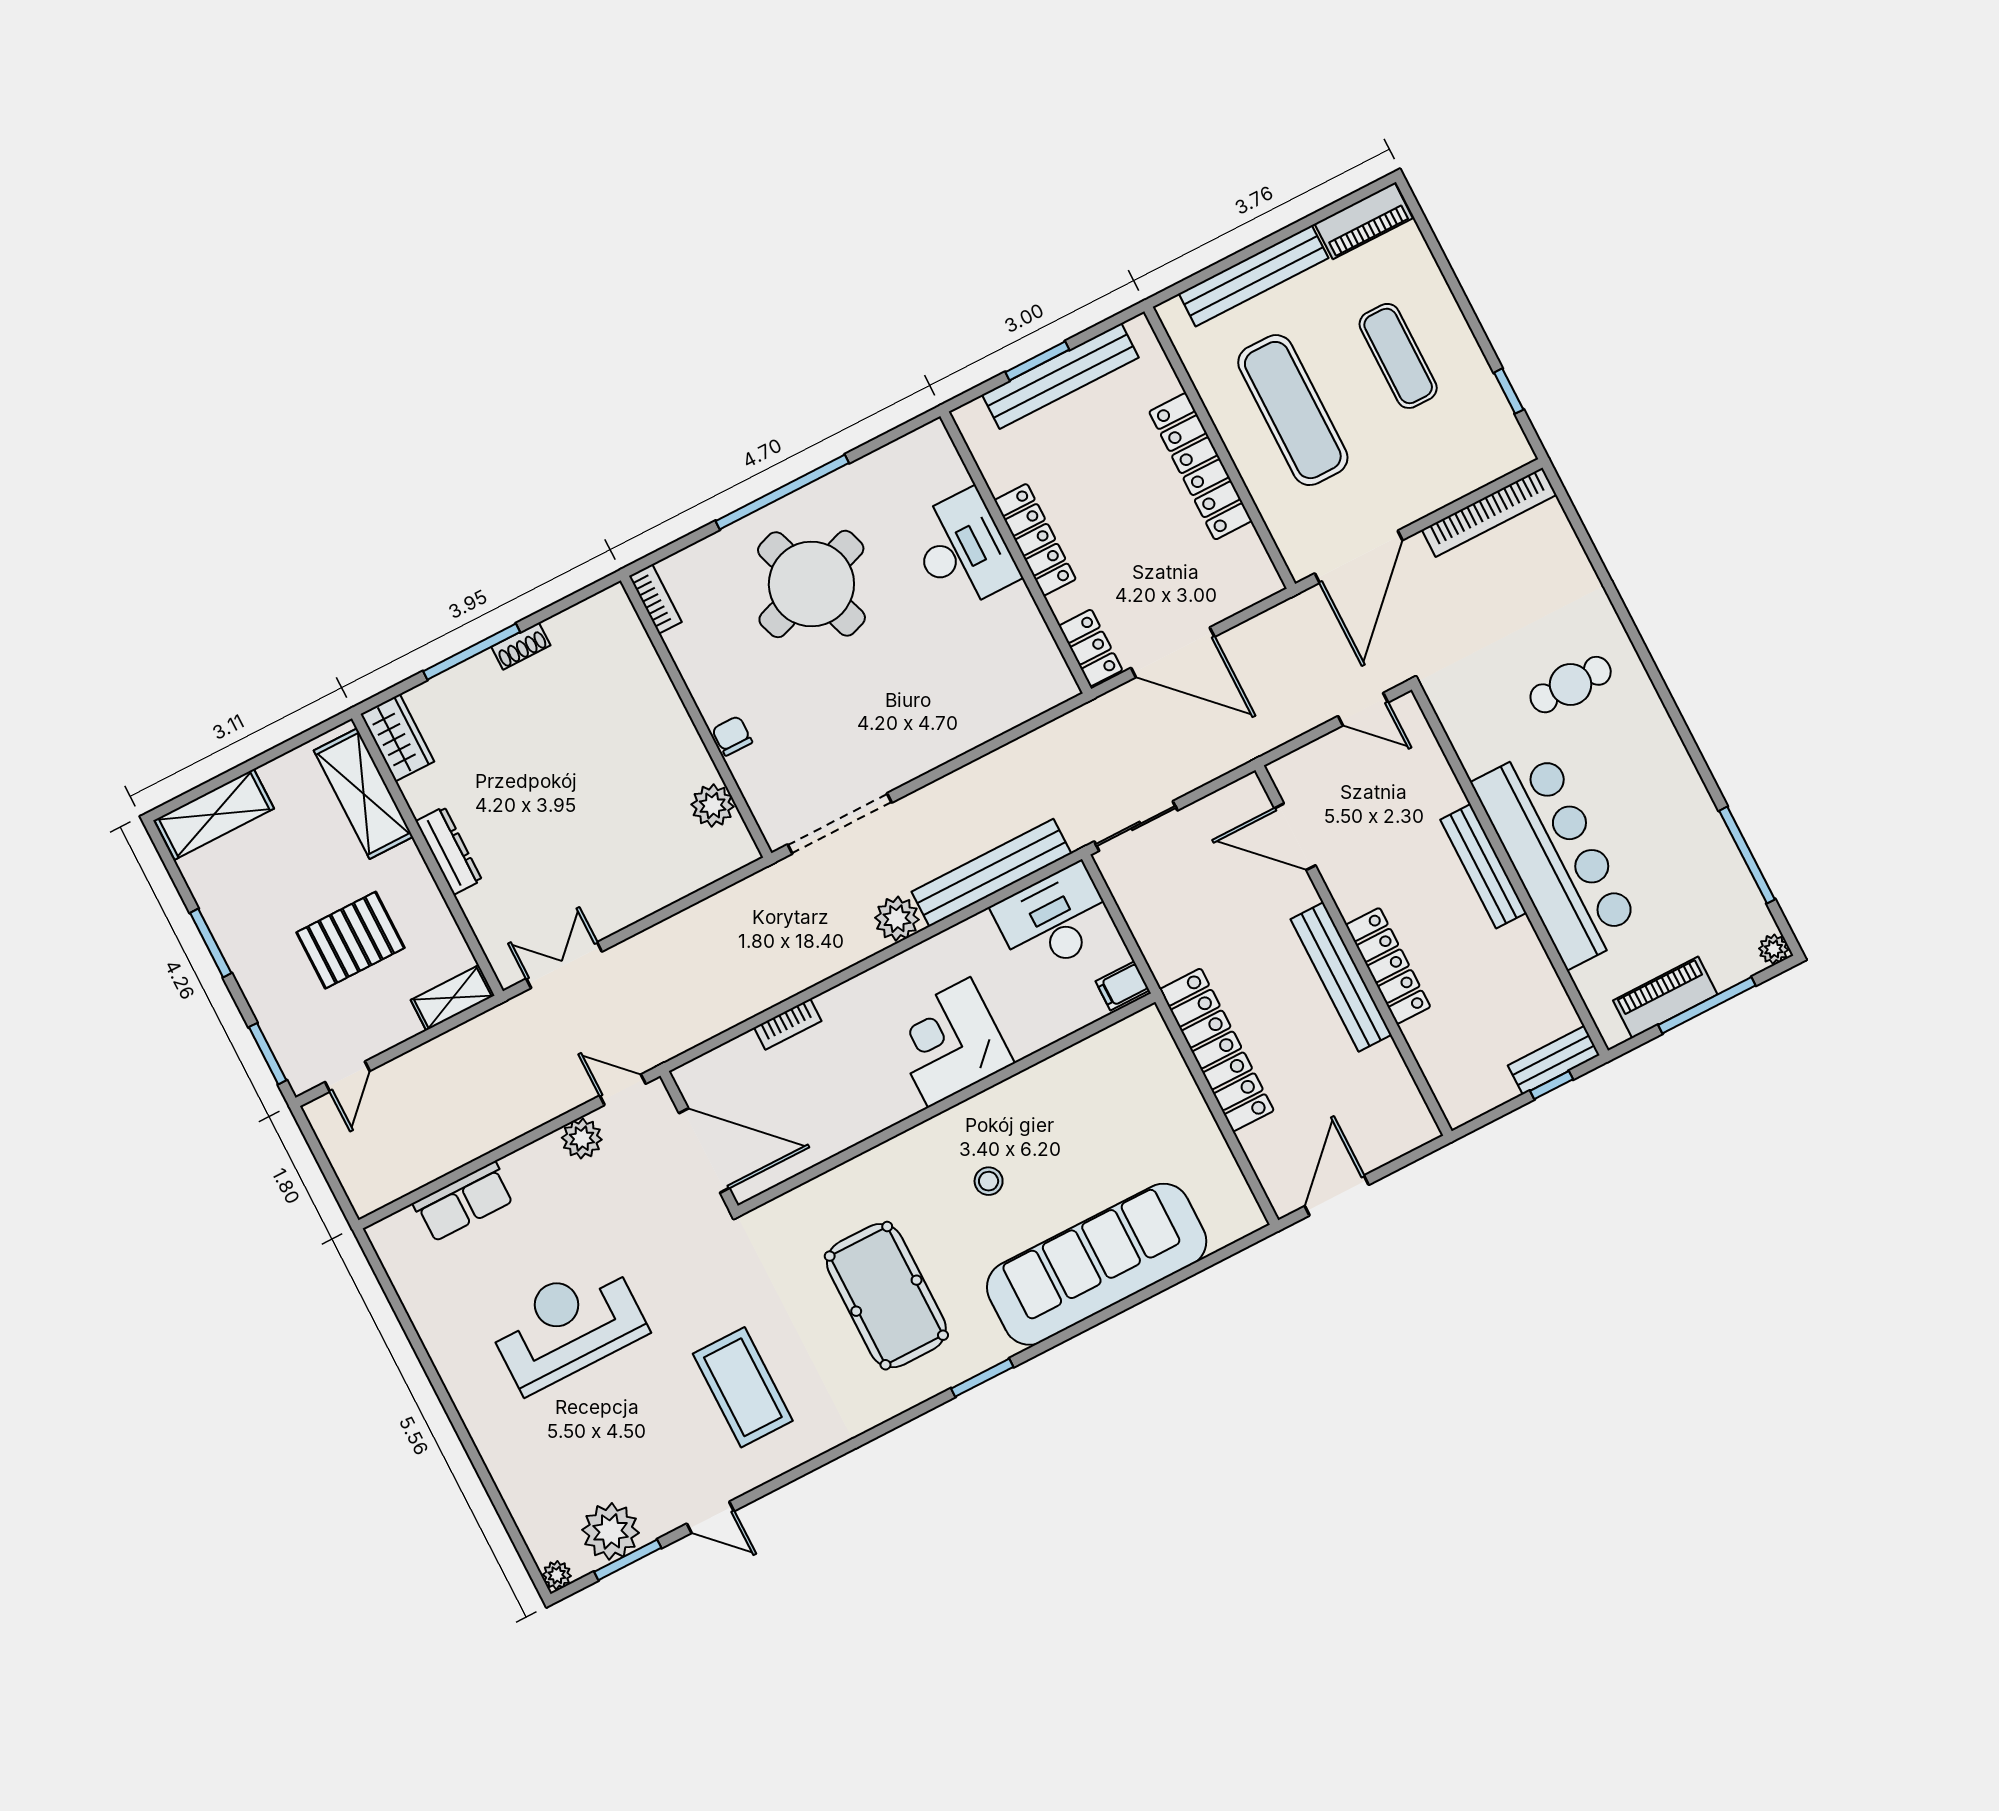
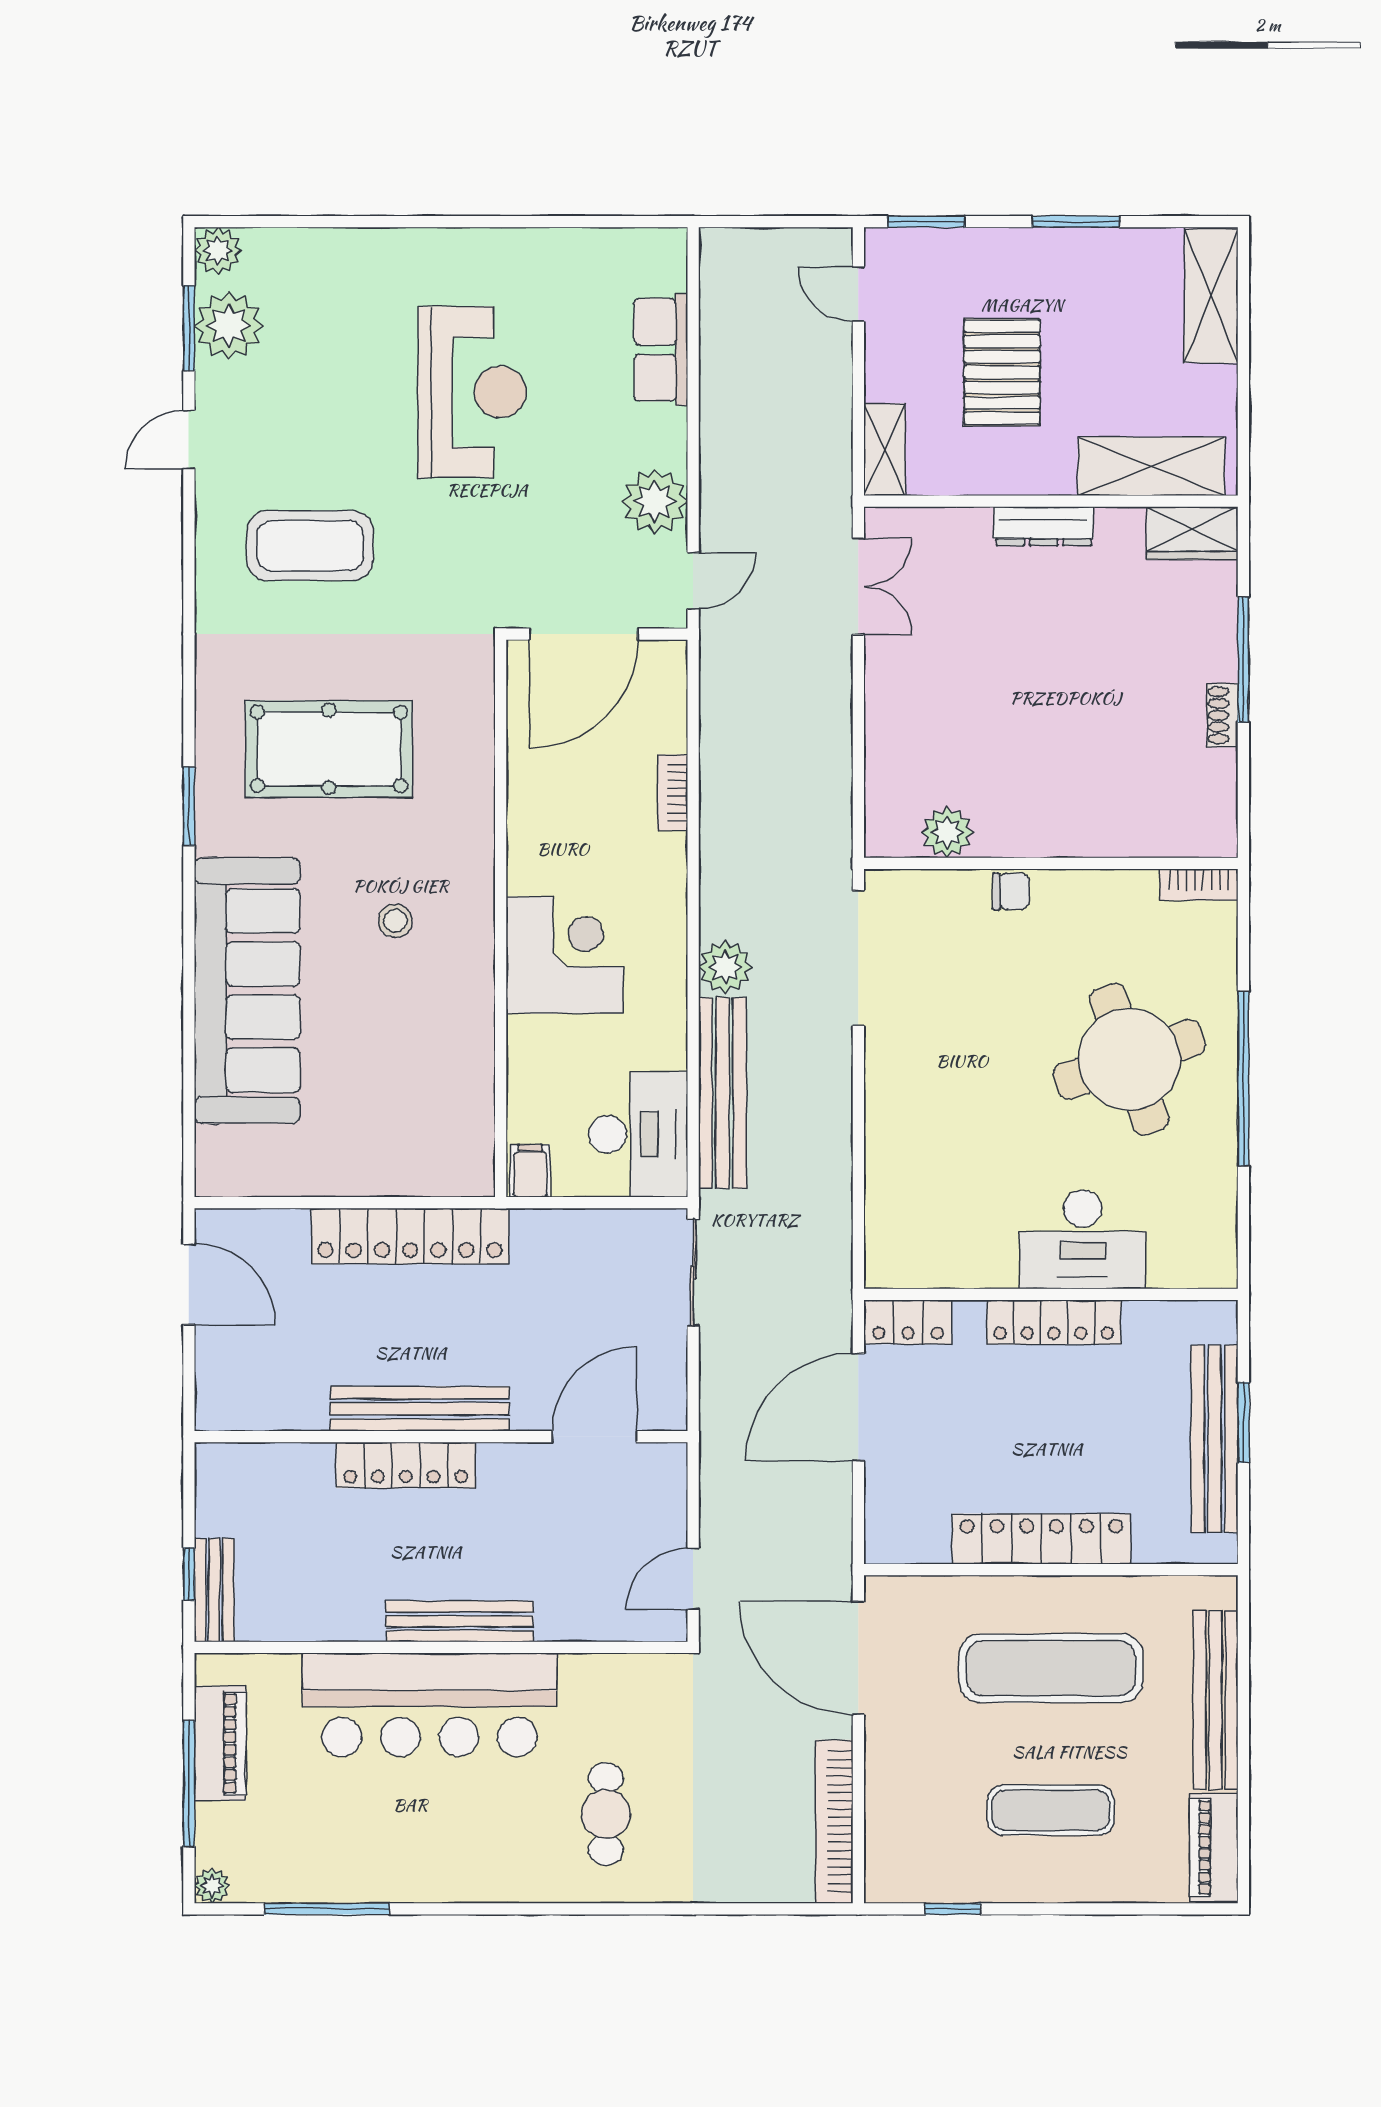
plant: (582, 1139) -> (655, 501), width x1.36, depth x1.36
plant: (557, 1575) -> (218, 251), width x1.38, depth x1.38

